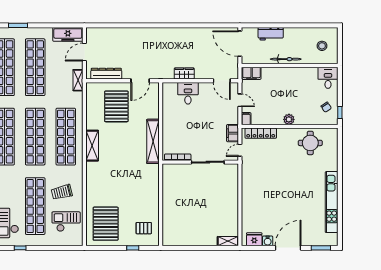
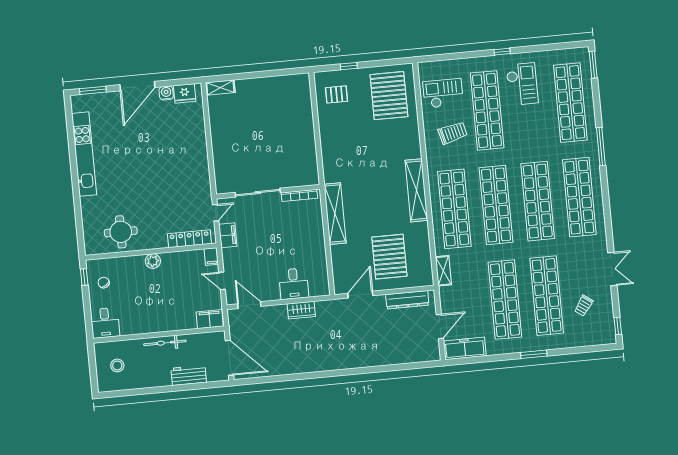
shelving: (78, 80) -> (443, 271), moved
shelving: (92, 146) -> (416, 190), width x1.47
checkout: (66, 222) -> (443, 93), turned 180

